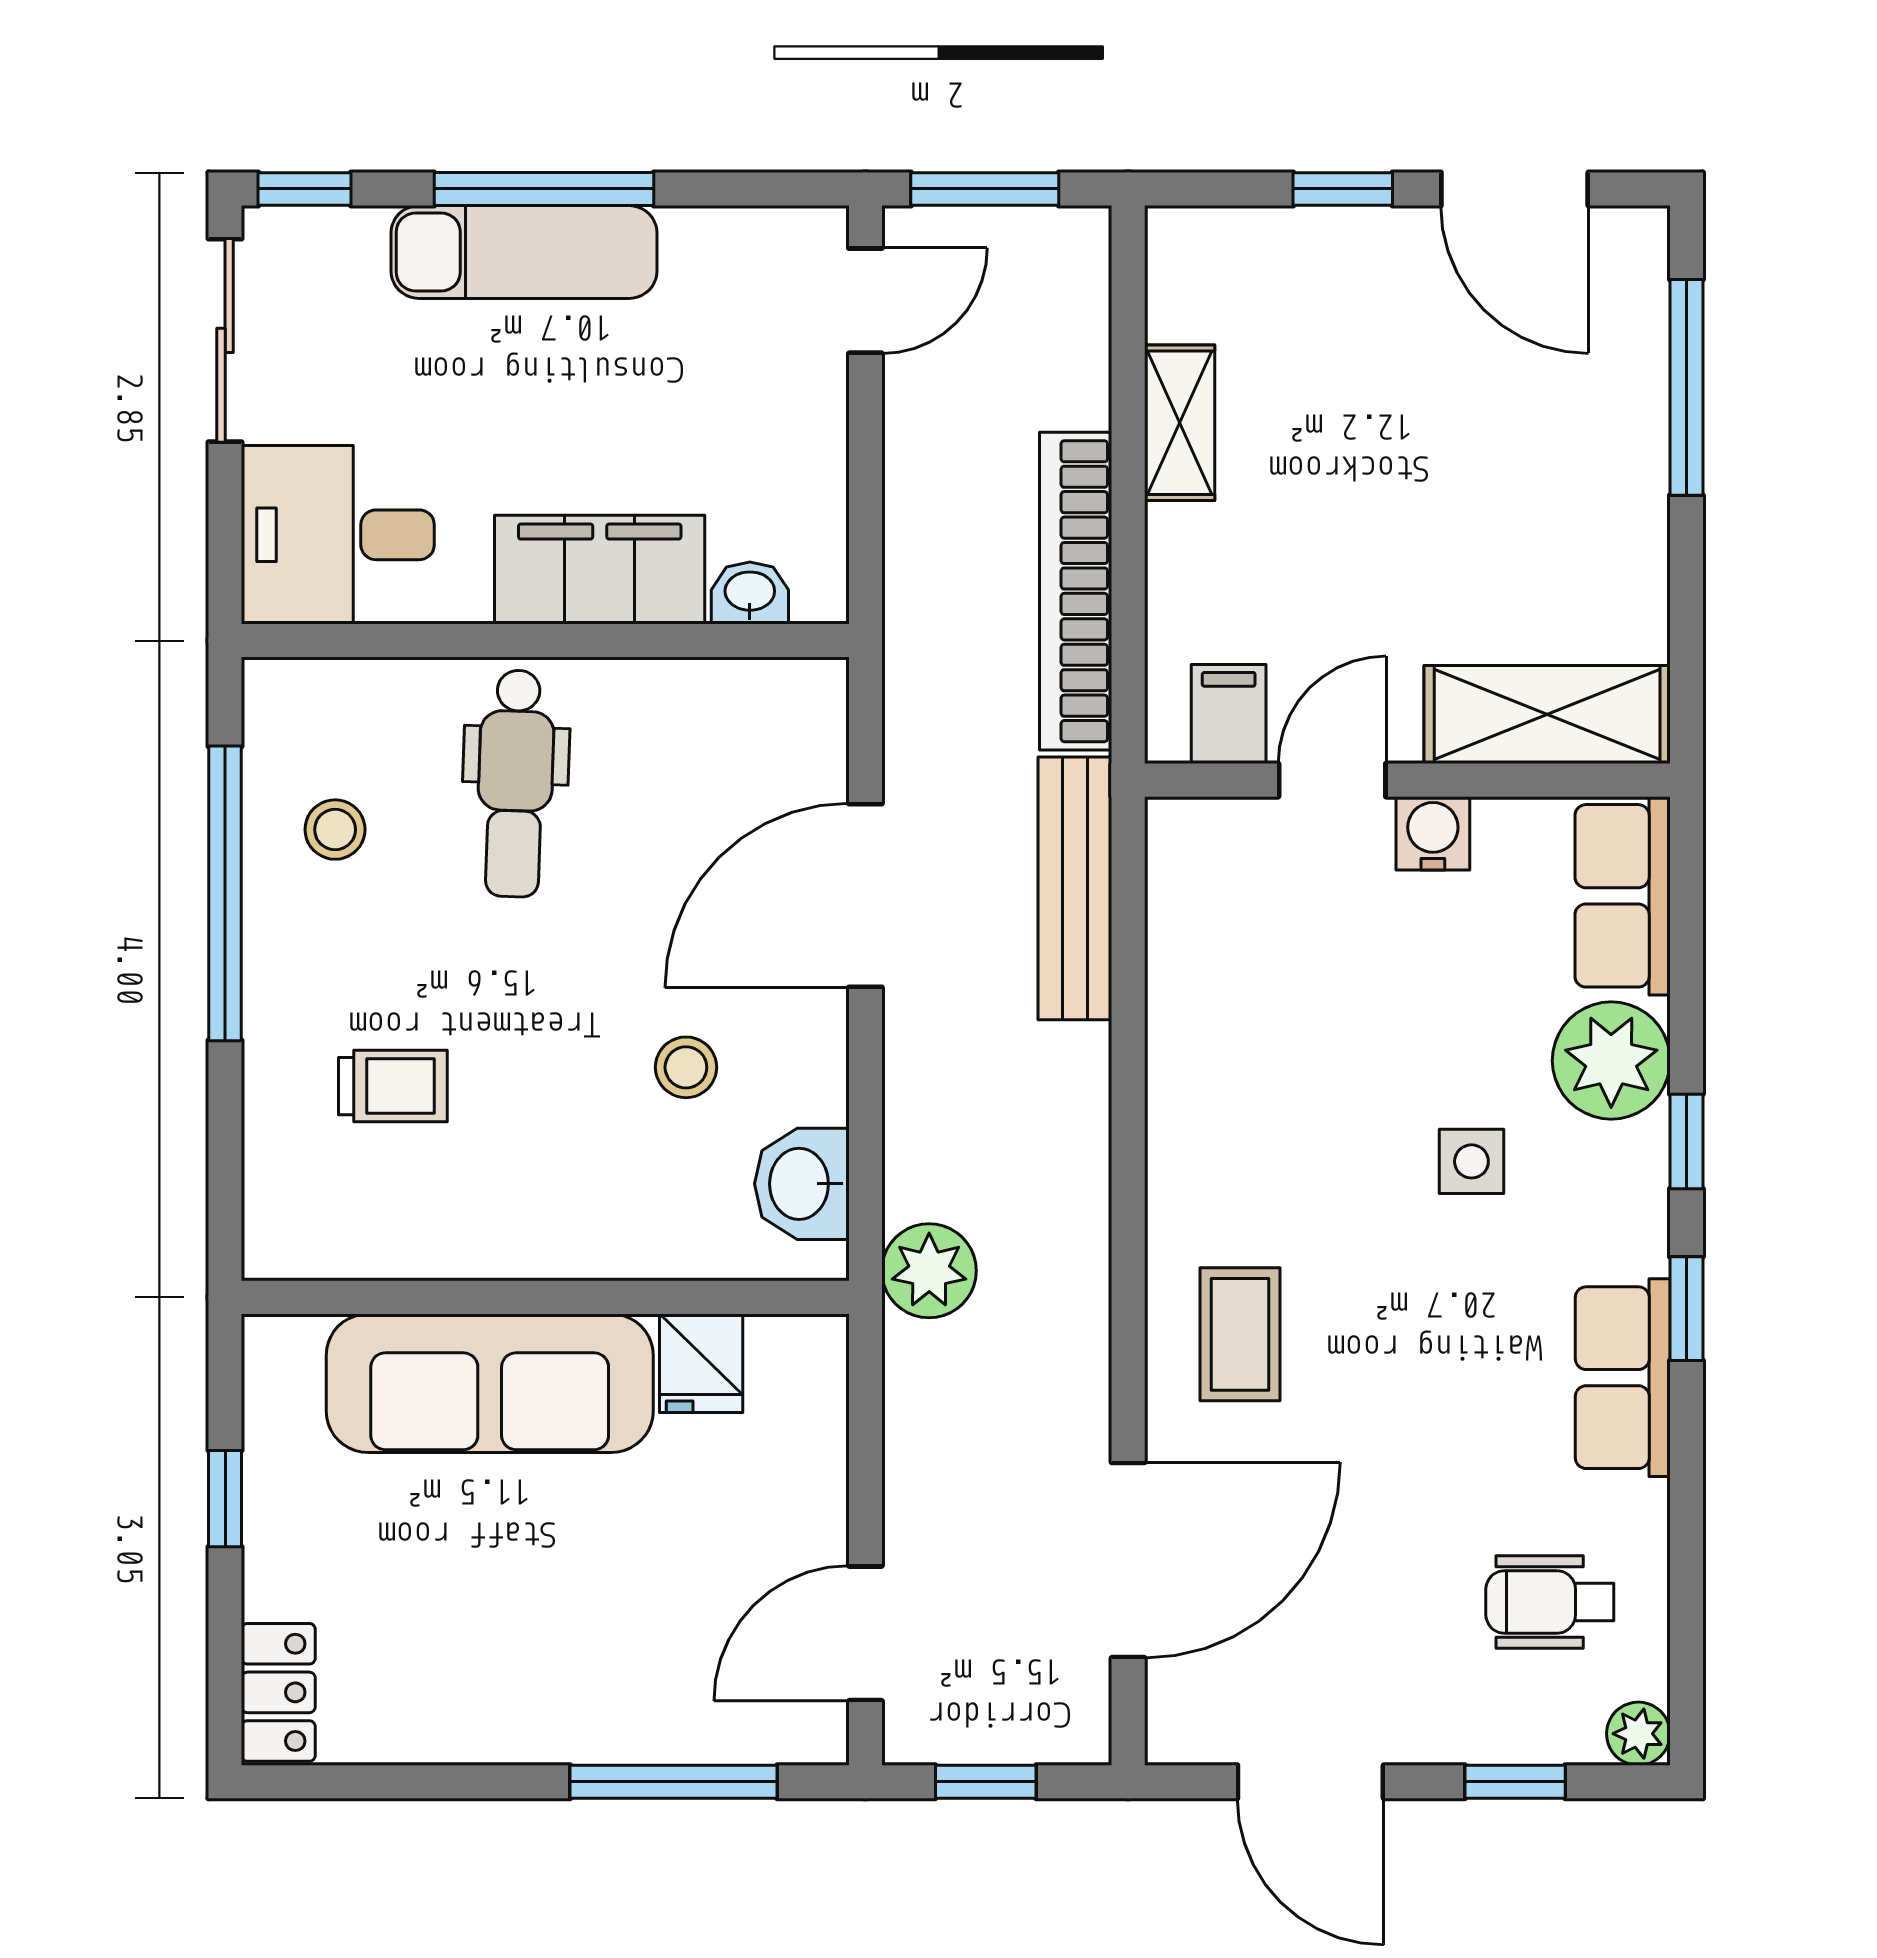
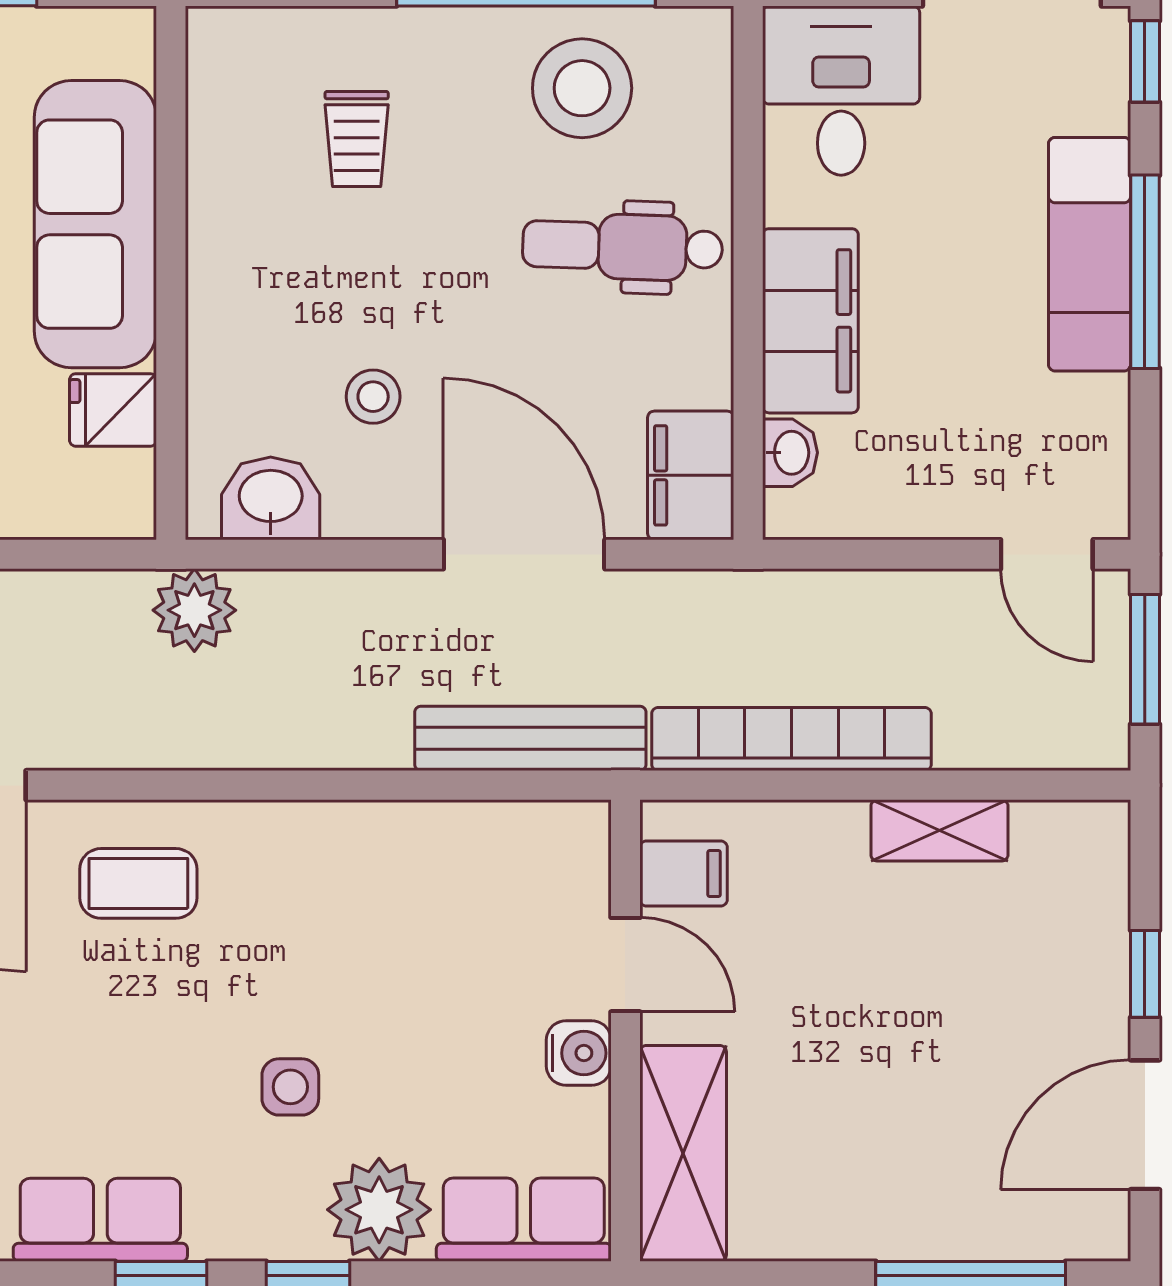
filing cabinet: (776, 706) -> (691, 475), added
stool: (335, 830) -> (582, 88), width x1.89, depth x1.89

